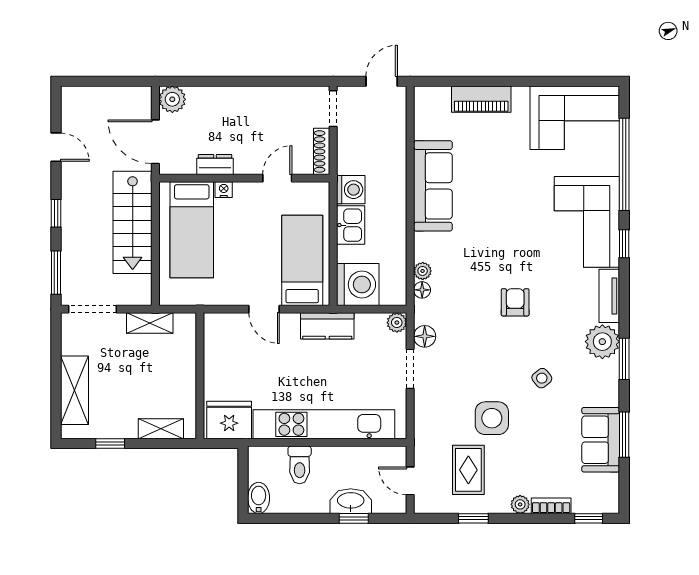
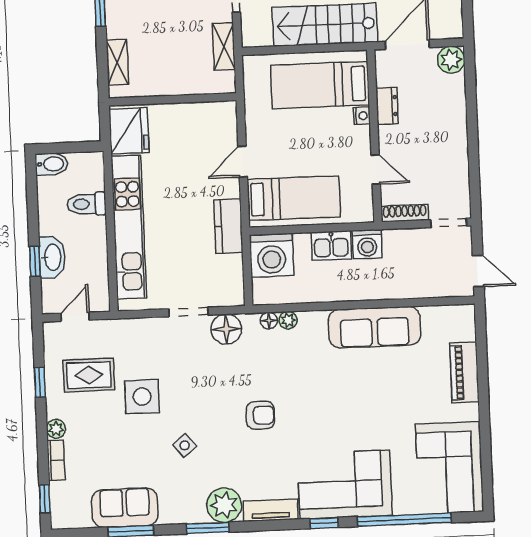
plant: (397, 323) -> (235, 296), removed
floor lamp: (425, 336) -> (226, 329), width x1.38, depth x1.38

